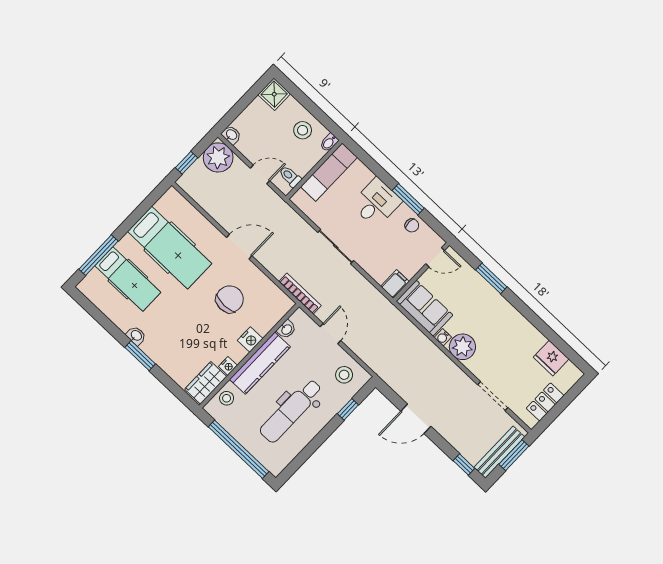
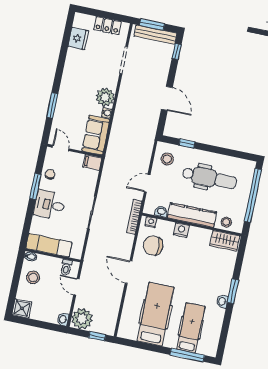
chair: (230, 299) -> (153, 246), moved
nightstand: (228, 366) -> (151, 222), moved

